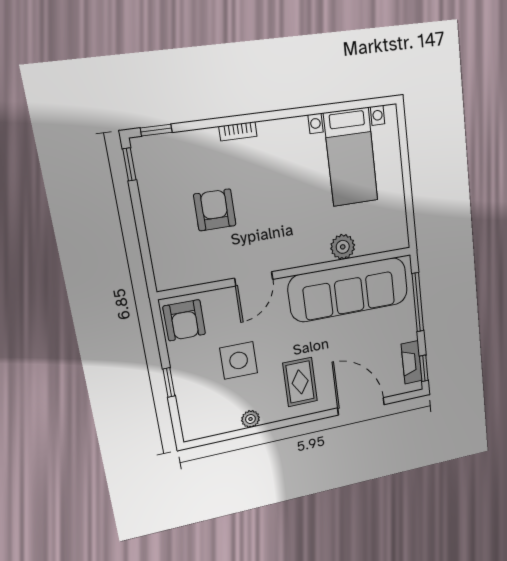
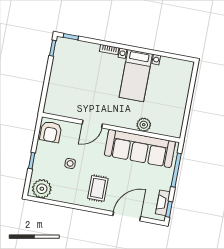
bed with nightstands: (351, 157) -> (136, 76), moved
armchair: (215, 210) -> (85, 83), removed
side table: (239, 360) -> (70, 163), width x0.54, depth x0.54
door: (361, 406) -> (127, 216), hinge flipped
plant: (250, 419) -> (42, 189), moved, width x1.87, depth x1.87

